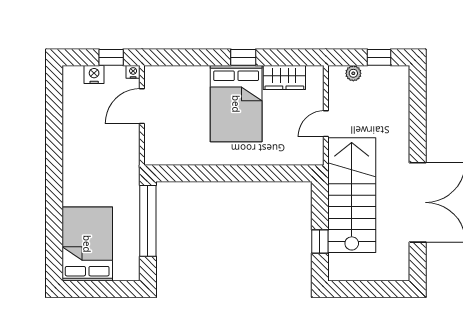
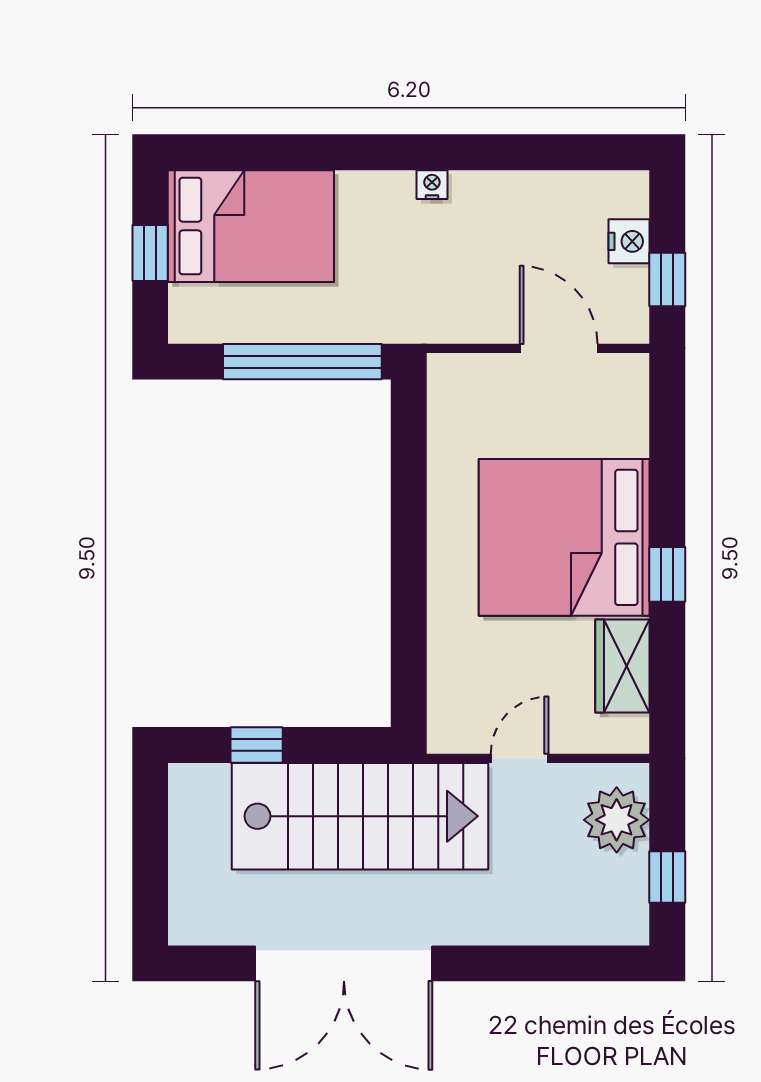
nightstand: (133, 72) -> (432, 185), moved, turned -90
plant: (353, 73) -> (617, 820), width x1.87, depth x1.87
bed: (236, 104) -> (564, 537), width x1.36
door: (326, 124) -> (520, 758), hinge flipped
window: (99, 289) -> (150, 253), added

